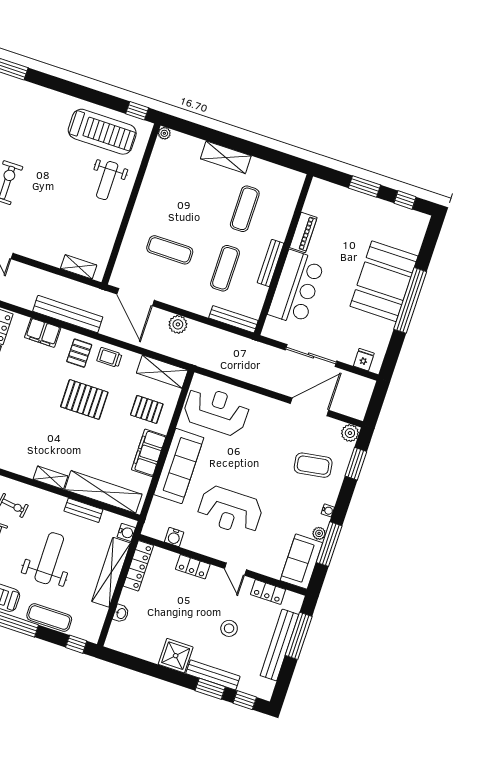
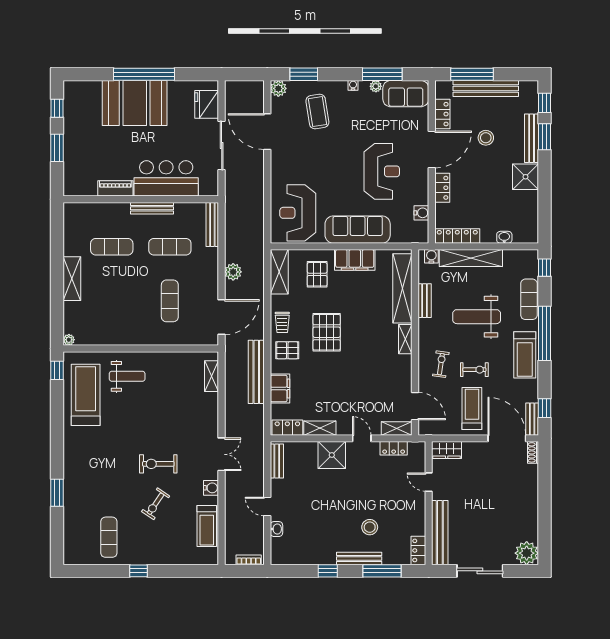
fridge: (364, 360) -> (207, 104), width x1.88, depth x1.34
door: (235, 569) -> (432, 149), width x1.87

